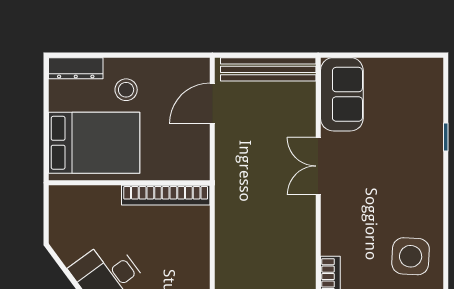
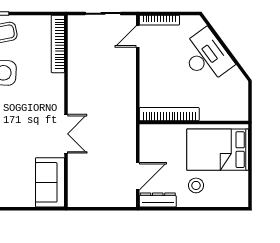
dresser: (76, 68) -> (158, 200), moved
bench: (268, 69) -> (100, 199), removed

